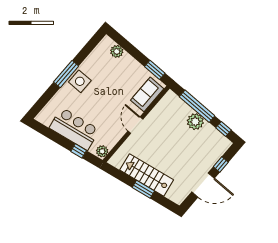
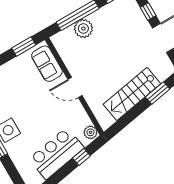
plant: (195, 122) -> (83, 28), moved
window: (143, 189) -> (158, 93), moved

